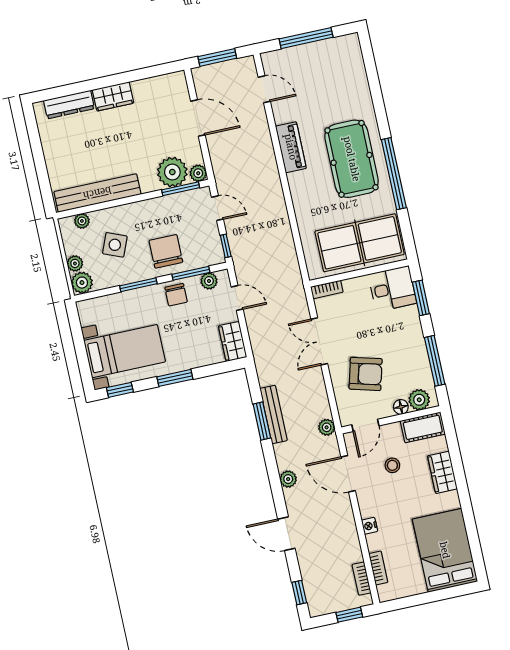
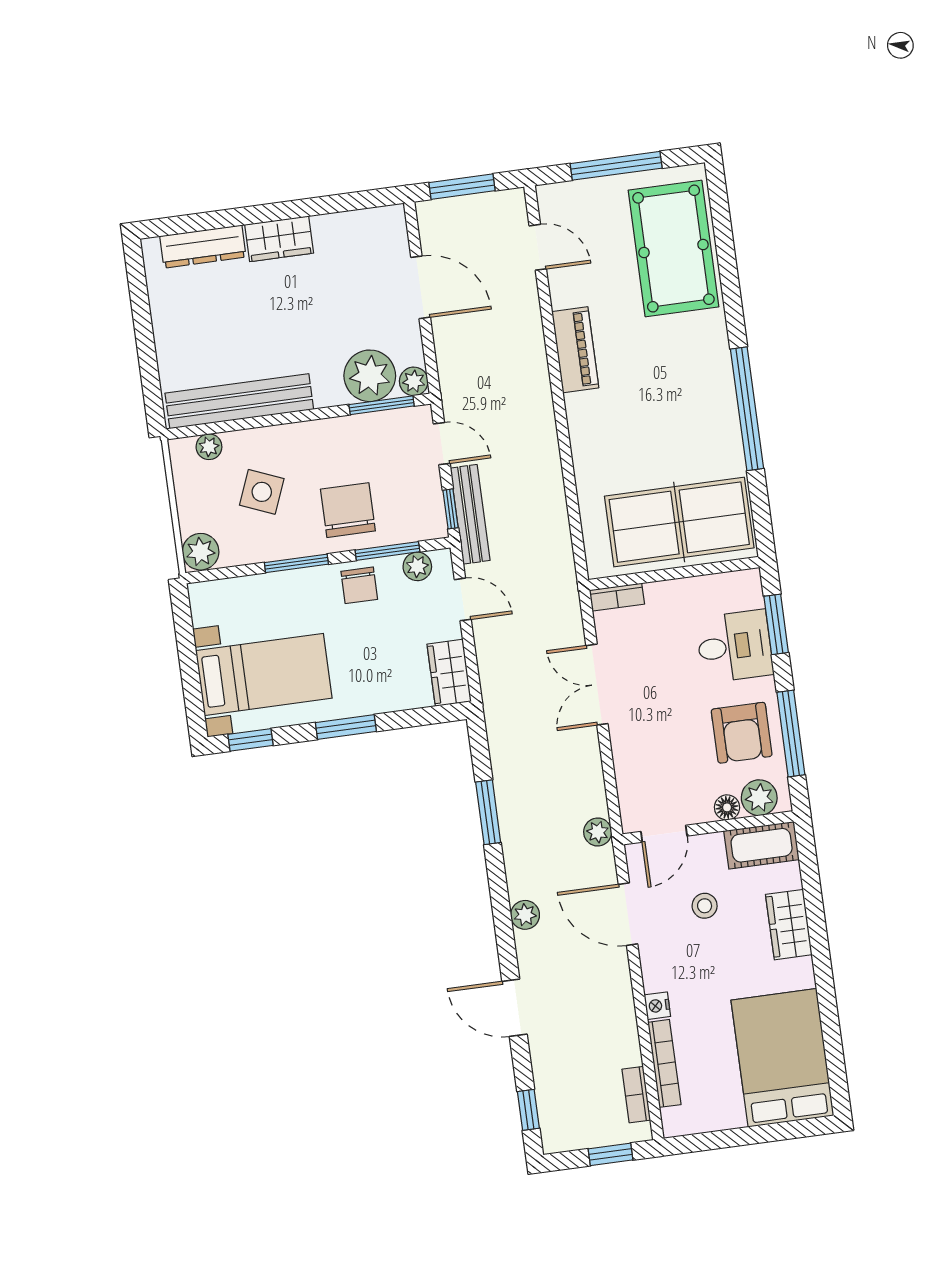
pool table: (352, 159) -> (673, 249), moved
plant: (75, 263) -> (191, 518), removed
desk: (392, 289) -> (734, 646), moved
armchair: (366, 374) -> (742, 733), moved, turned 75
bench: (274, 415) -> (470, 514), moved
bookcase: (378, 568) -> (664, 1063), width x1.56

